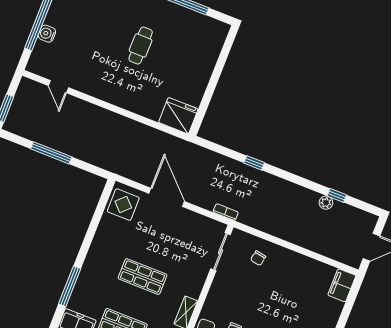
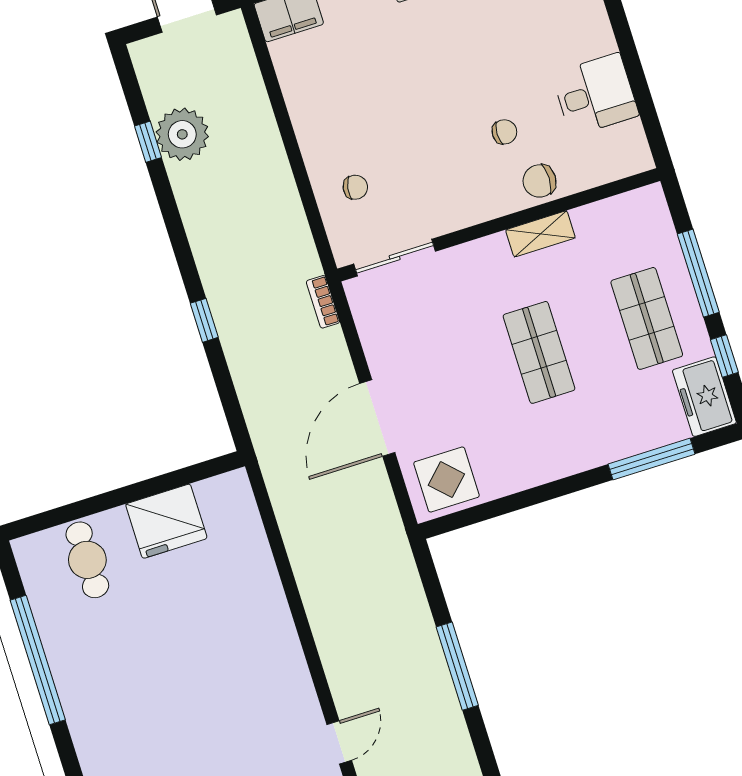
cafe table: (141, 46) -> (87, 560), moved, turned 90
fridge: (178, 116) -> (166, 521), moved, turned -90
plant: (326, 203) -> (182, 134), width x1.87, depth x1.87

